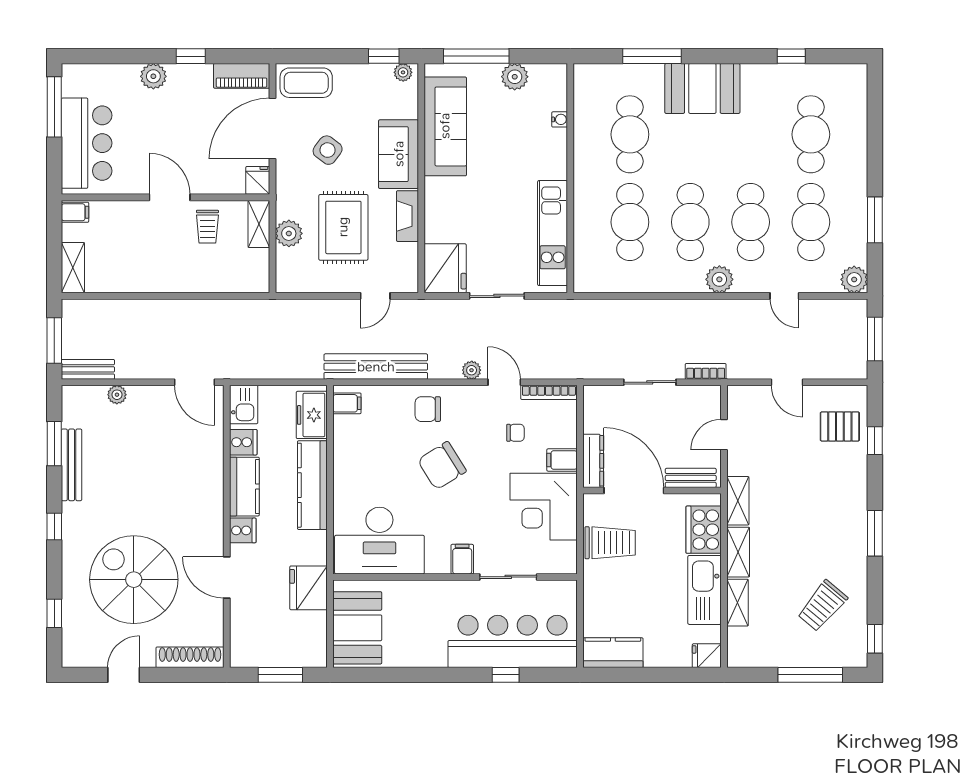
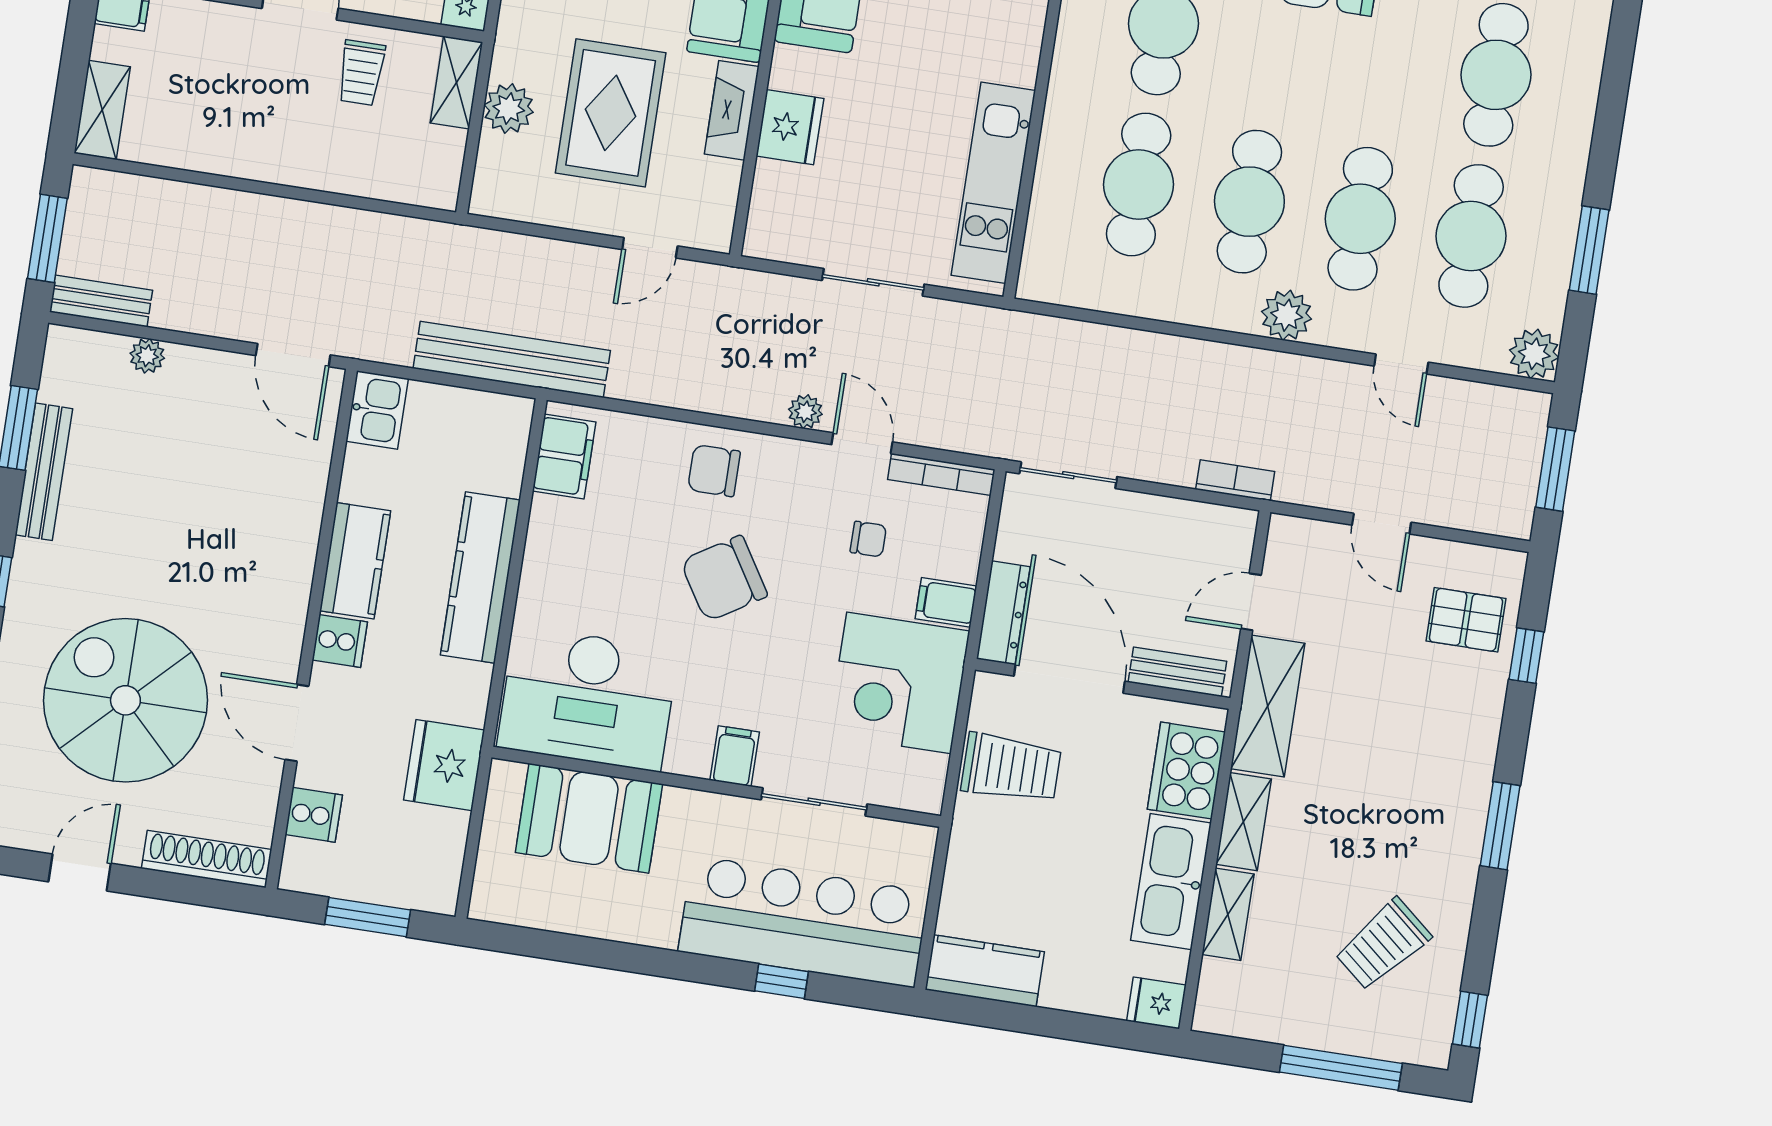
fridge: (445, 268) -> (790, 127), moved, width x0.73, depth x0.75
bench: (376, 367) -> (512, 359), moved
sliding door: (650, 382) -> (1068, 475), moved
filing cabinet: (347, 403) -> (564, 456), width x2.00
freezer: (312, 415) -> (499, 448), removed
cooker: (243, 442) -> (314, 815), moved
shelving: (738, 501) -> (1268, 706), width x1.50, depth x1.33
booth: (357, 628) -> (589, 818), moved, turned 90

